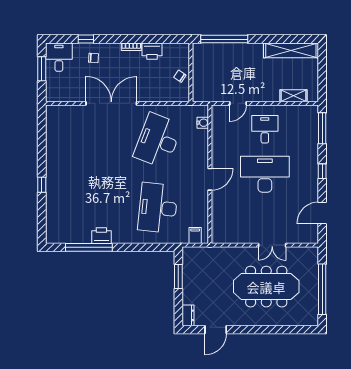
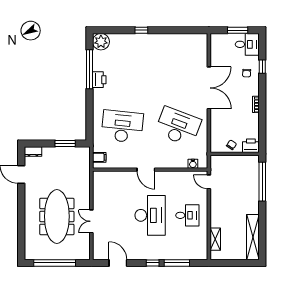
printer: (152, 51) -> (251, 146), moved, turned 90
door: (238, 103) -> (209, 182), moved
window: (322, 128) -> (177, 263), moved
plant: (56, 233) -> (101, 42), added

